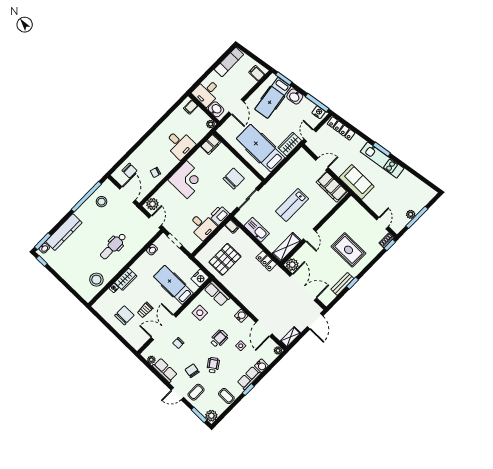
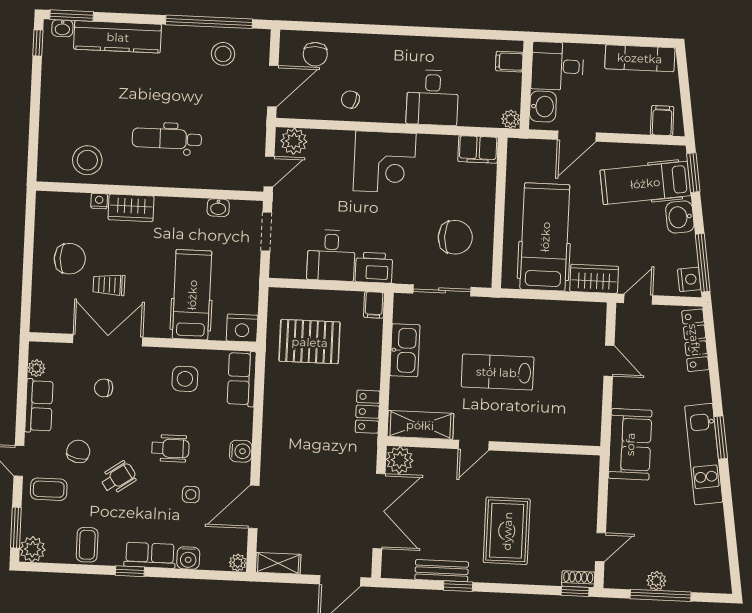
filing cabinet: (332, 187) -> (585, 410), removed

